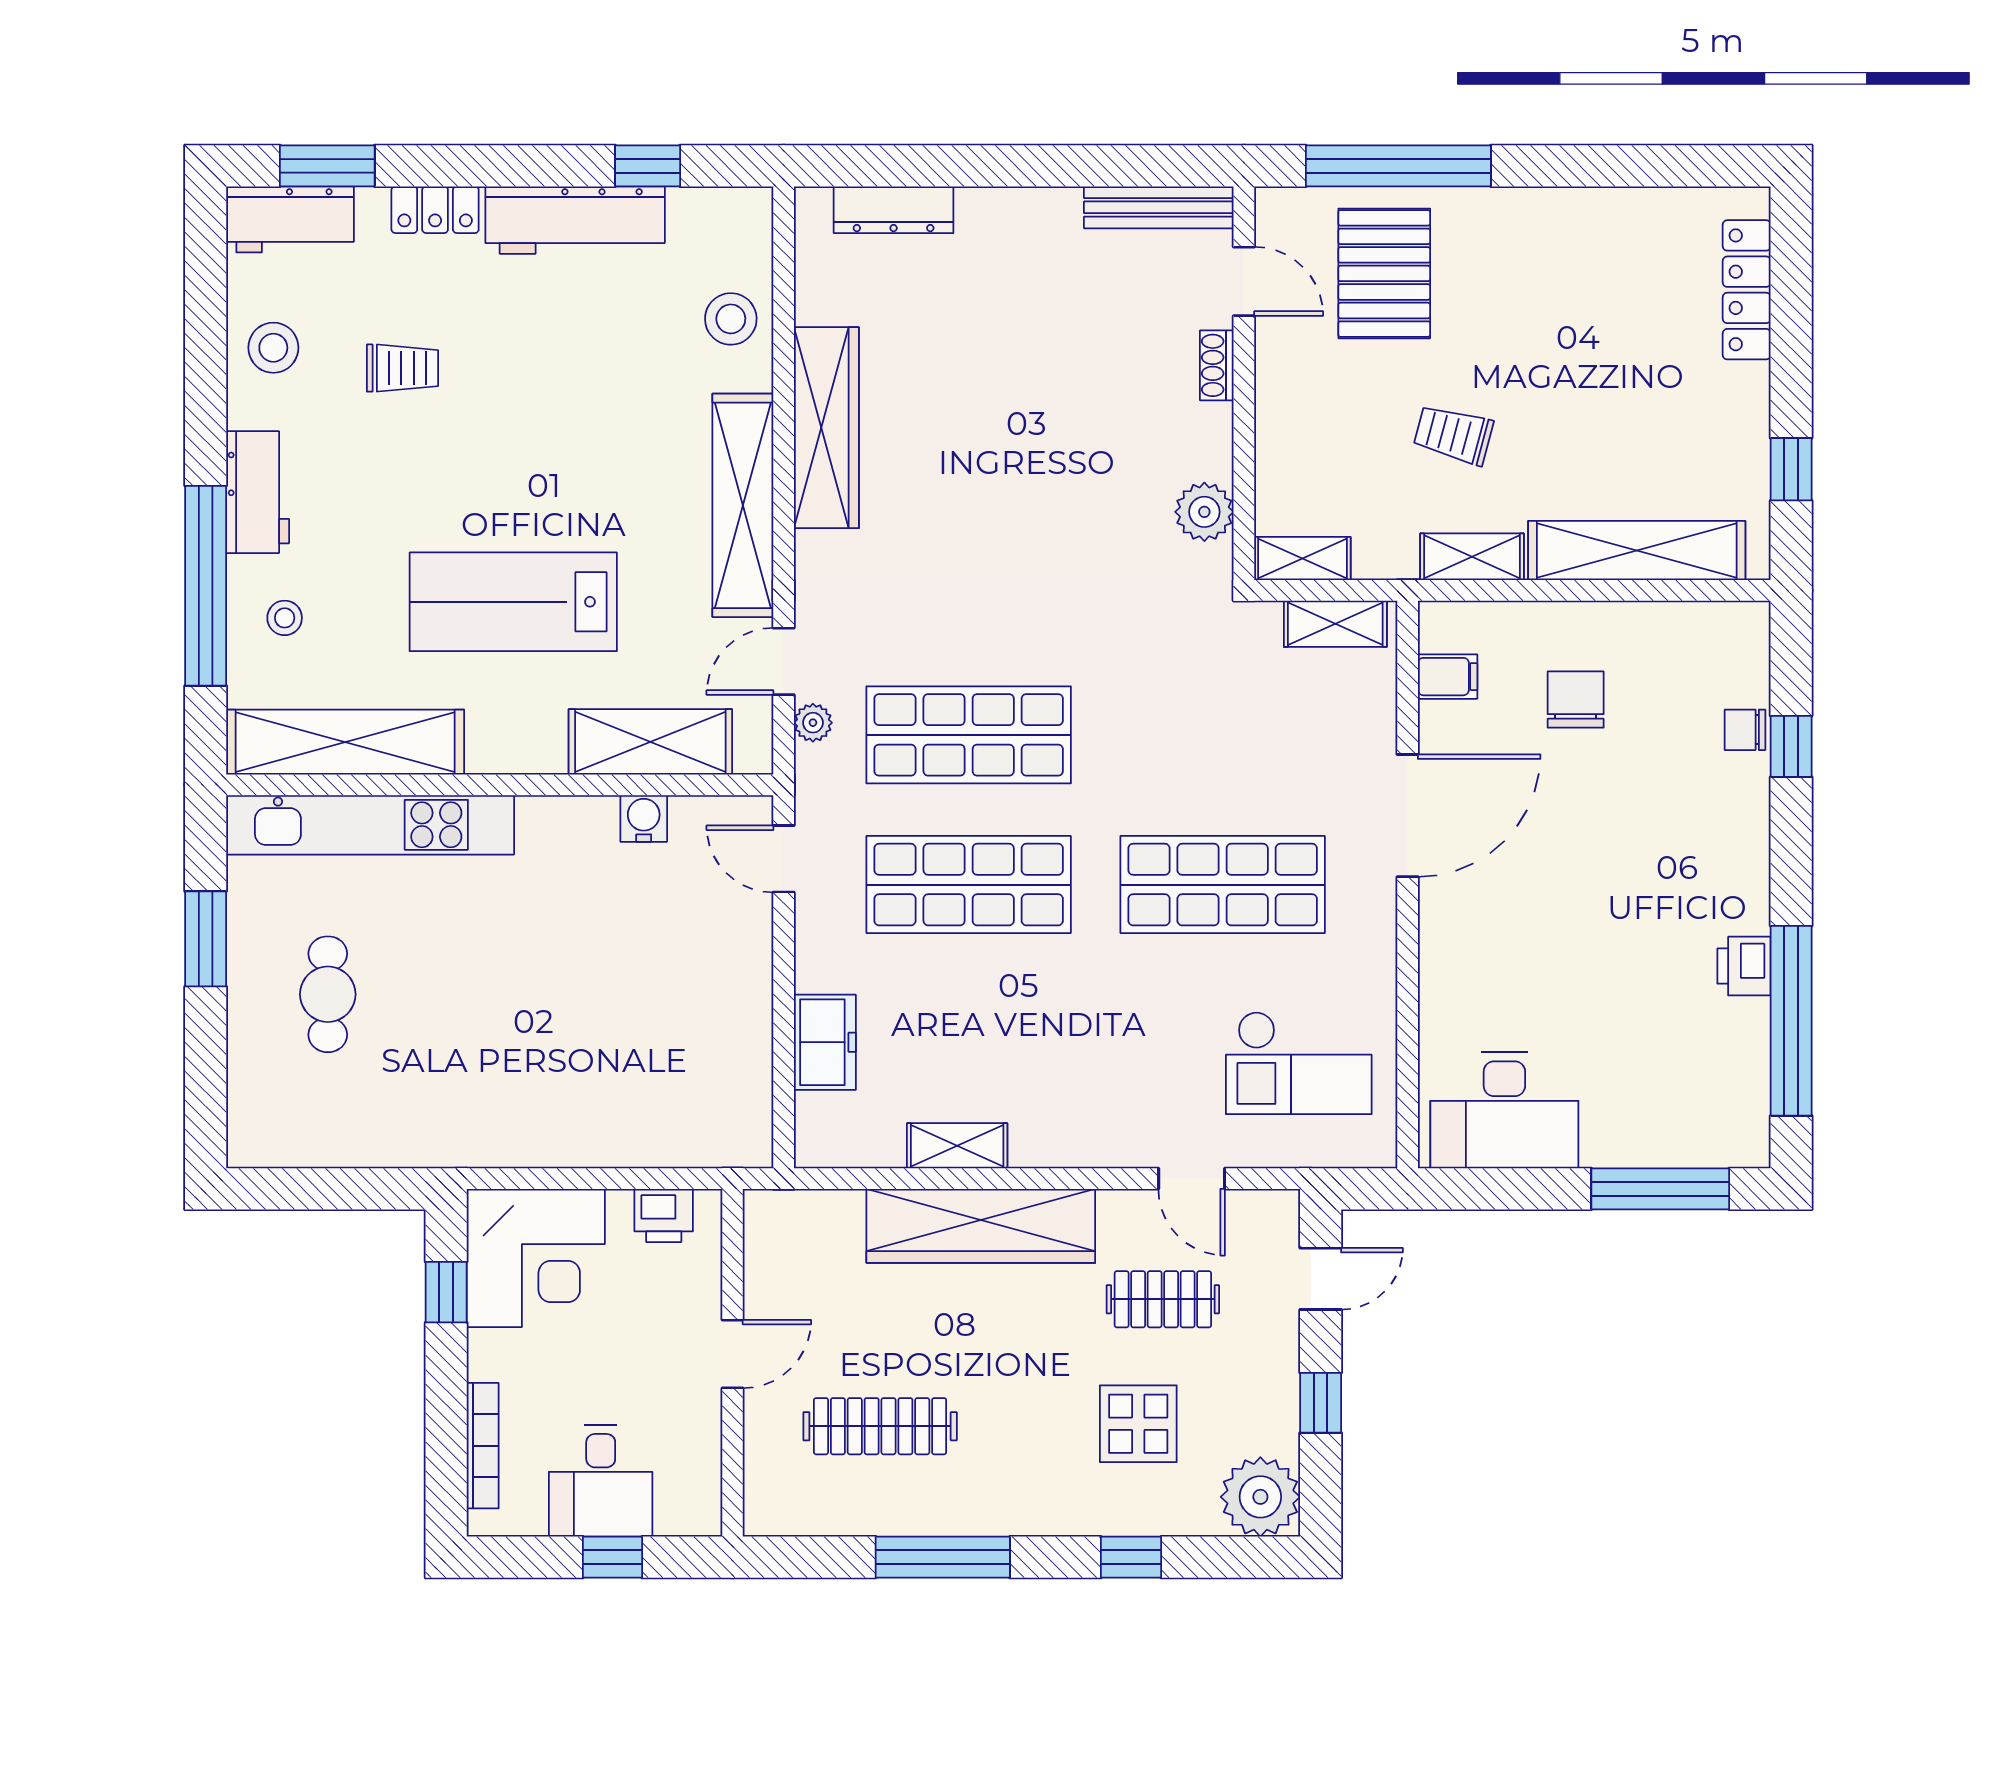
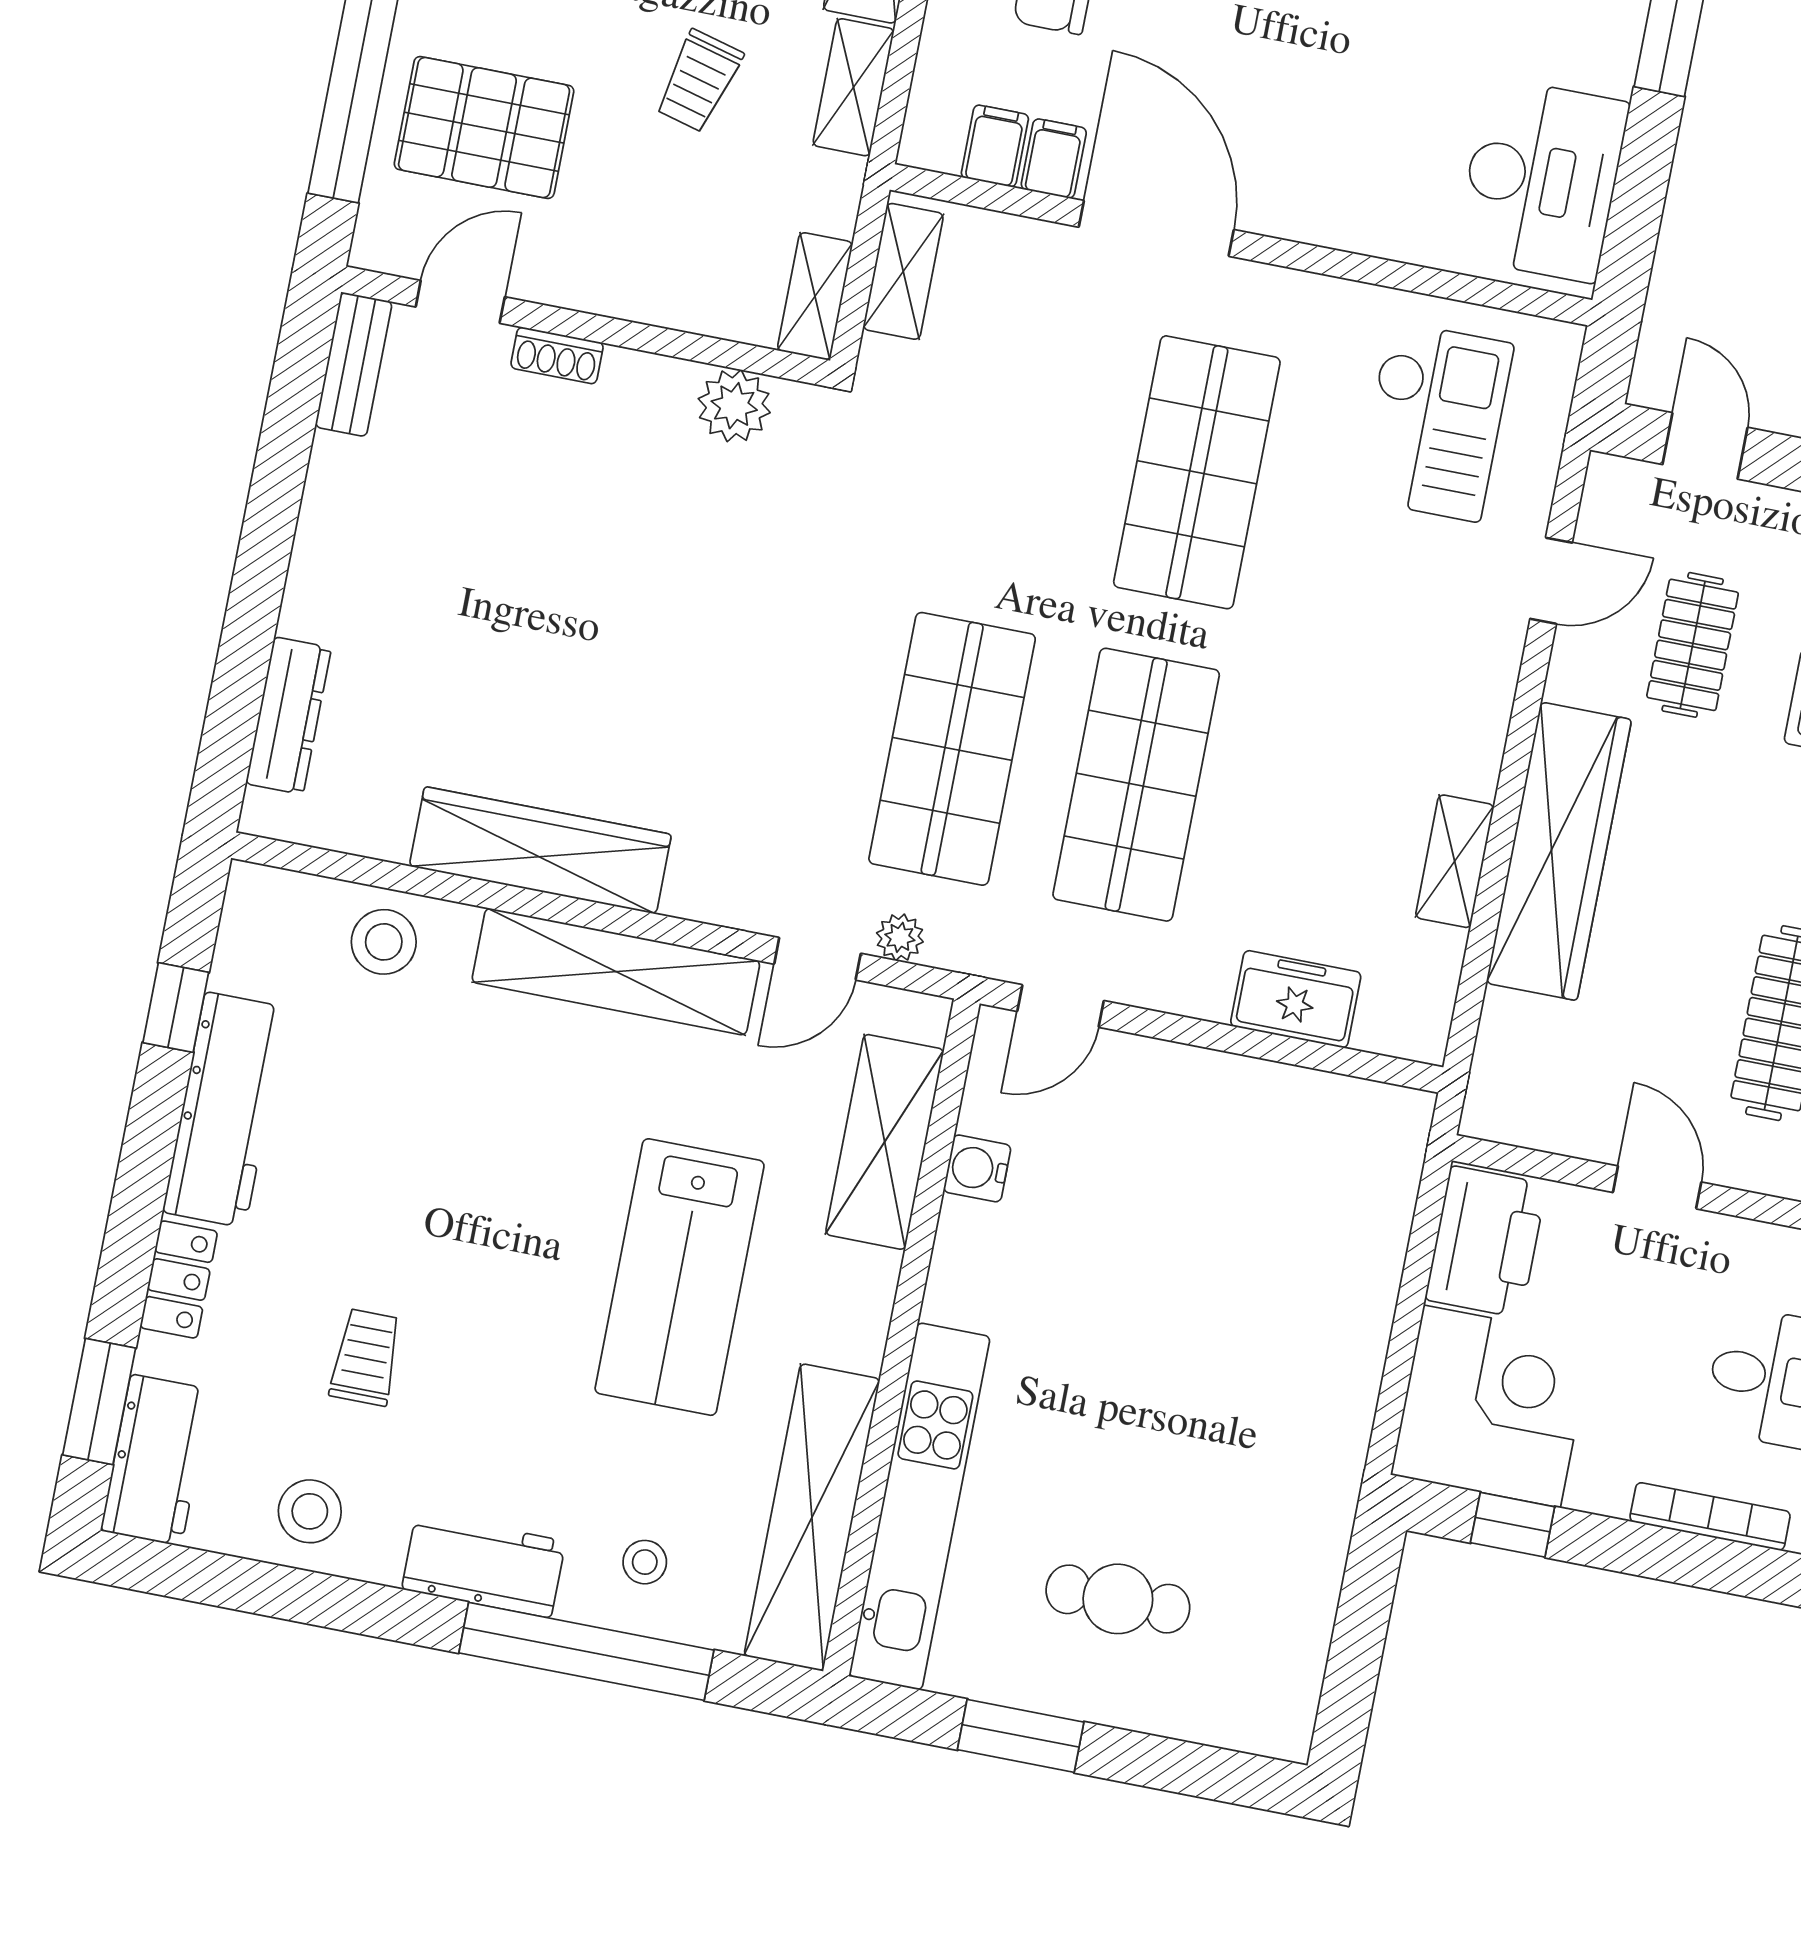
bench: (1159, 207) -> (354, 364), width x0.73
door: (784, 661) -> (817, 959), hinge flipped
filing cabinet: (1447, 725) -> (1054, 159), added
printer: (664, 1215) -> (1486, 1242), width x1.87, depth x1.48

